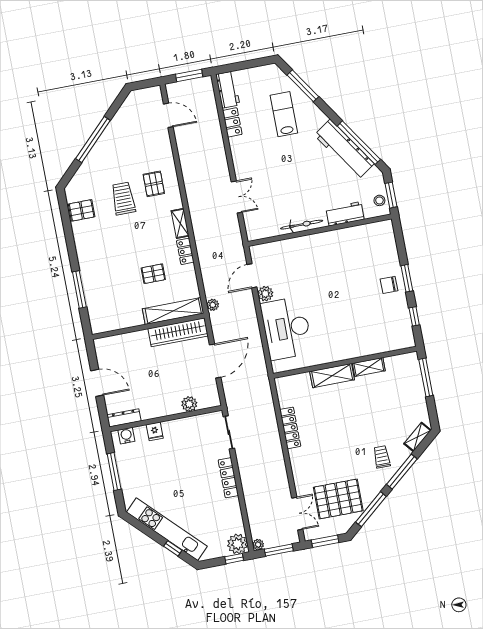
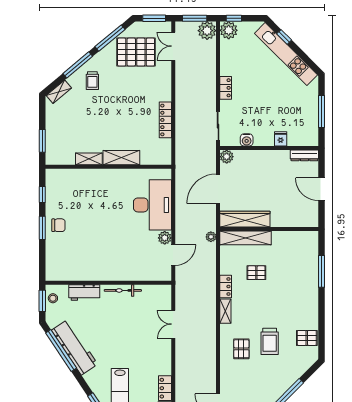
window: (426, 377) -> (42, 141), width x0.69
plant: (189, 404) -> (227, 157), moved
water cooler: (126, 436) -> (247, 140), moved
locker: (228, 478) -> (226, 88), width x0.66
plant: (258, 545) -> (207, 31), width x1.88, depth x1.88

